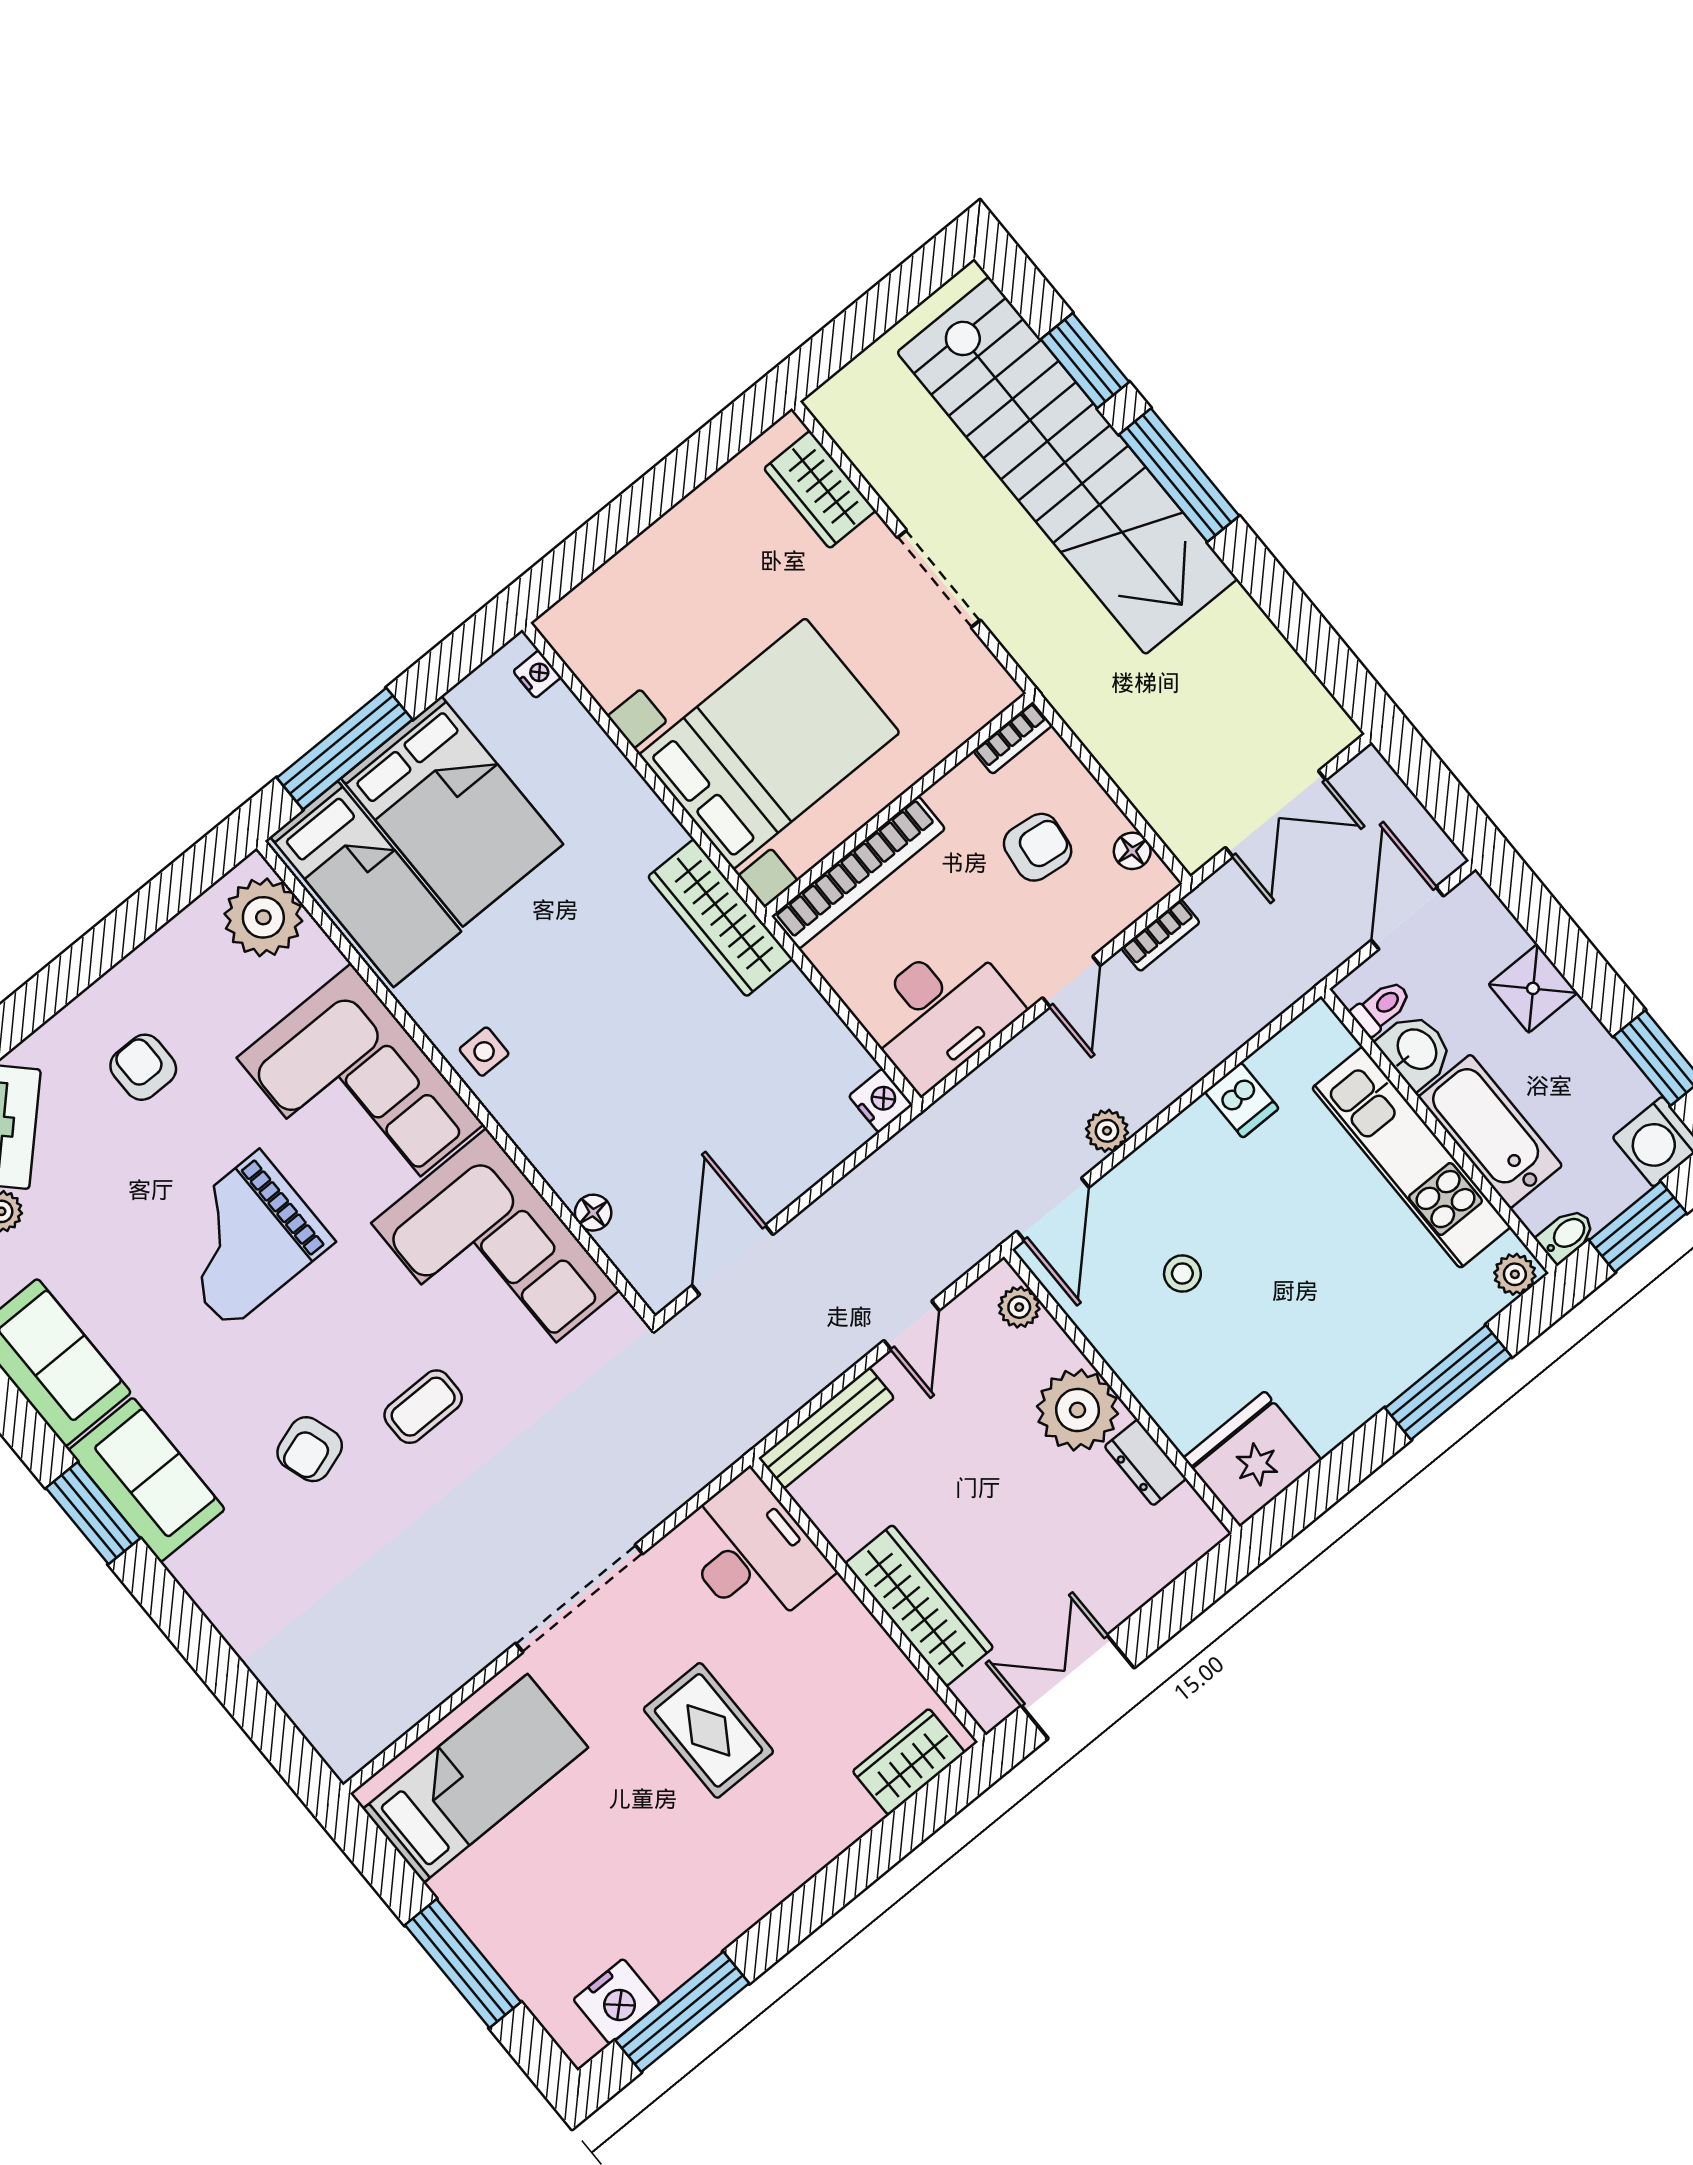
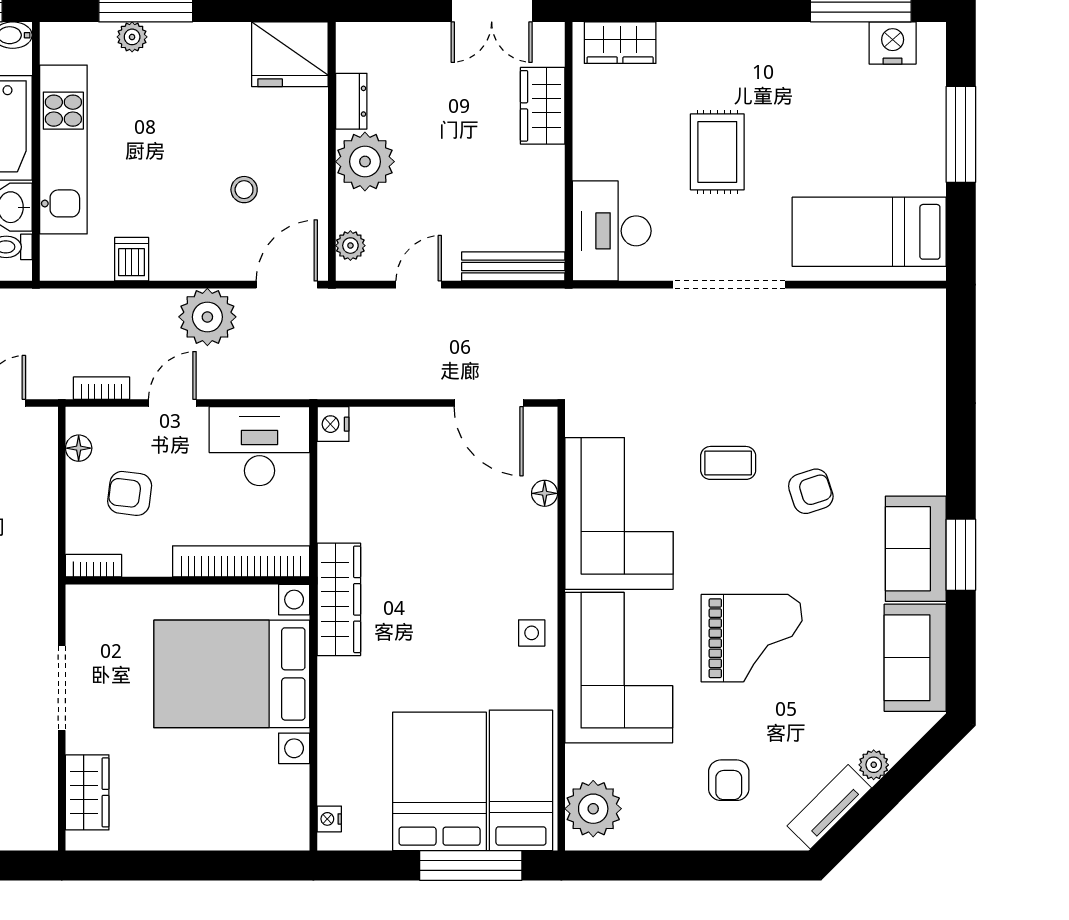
plant: (1107, 1131) -> (207, 317), width x1.88, depth x1.88
door: (732, 1260) -> (489, 403), hinge flipped
plant: (1515, 1274) -> (132, 37), moved
wardrobe: (919, 1606) -> (543, 106), width x0.67

